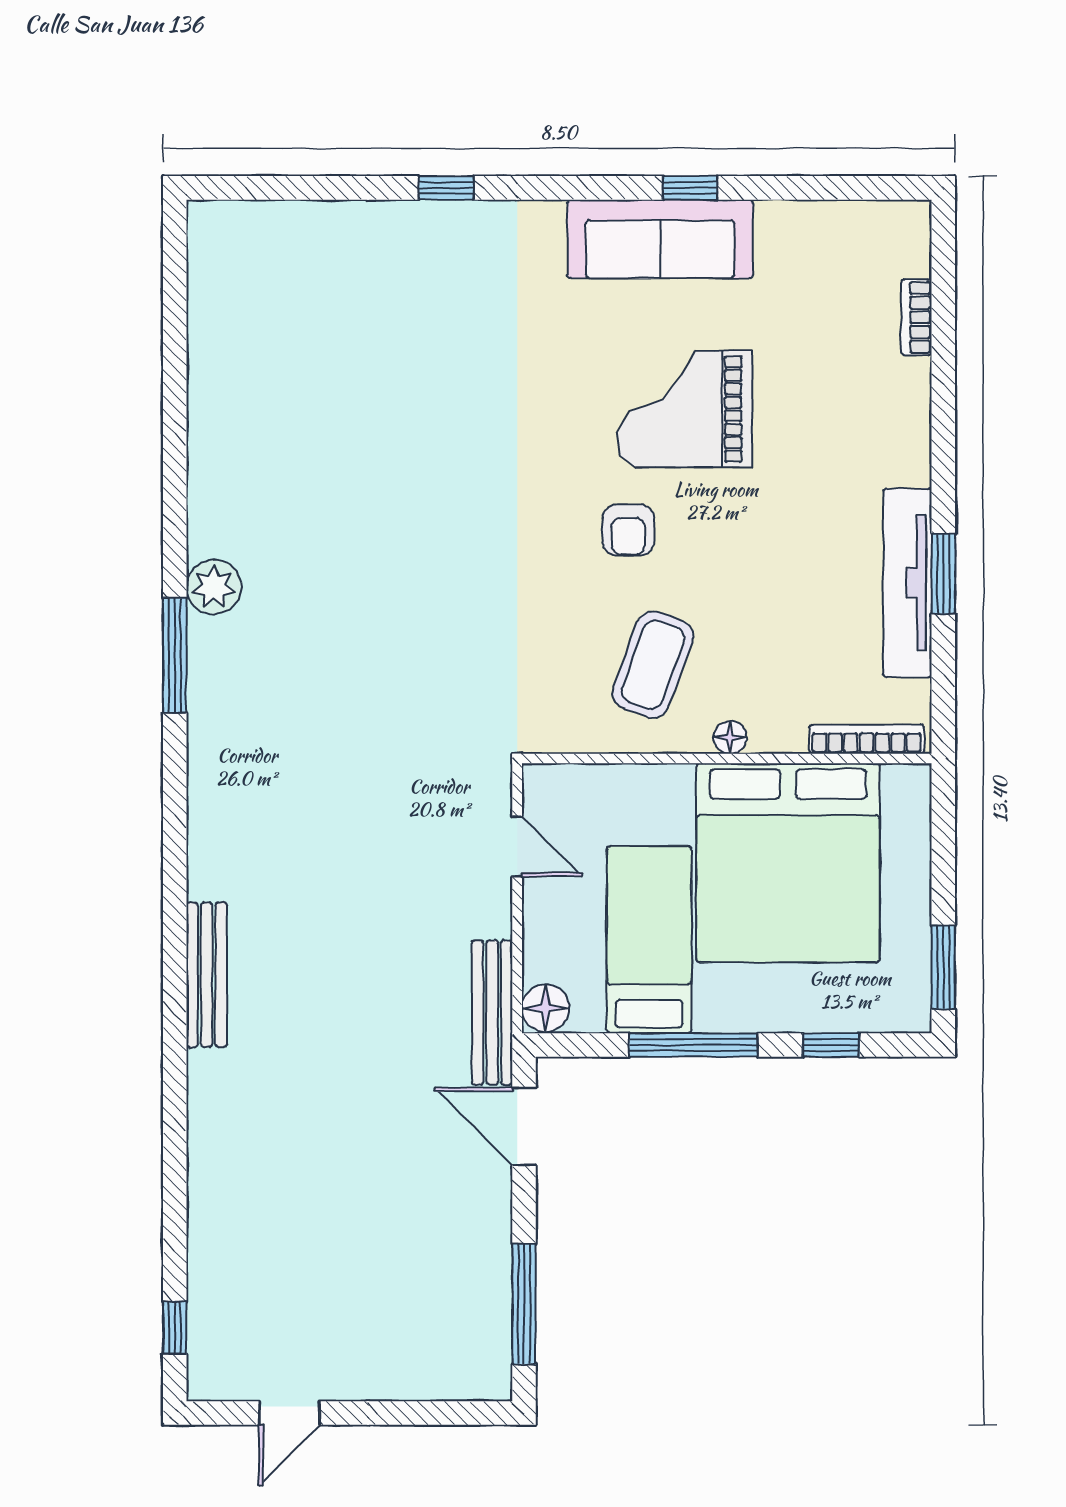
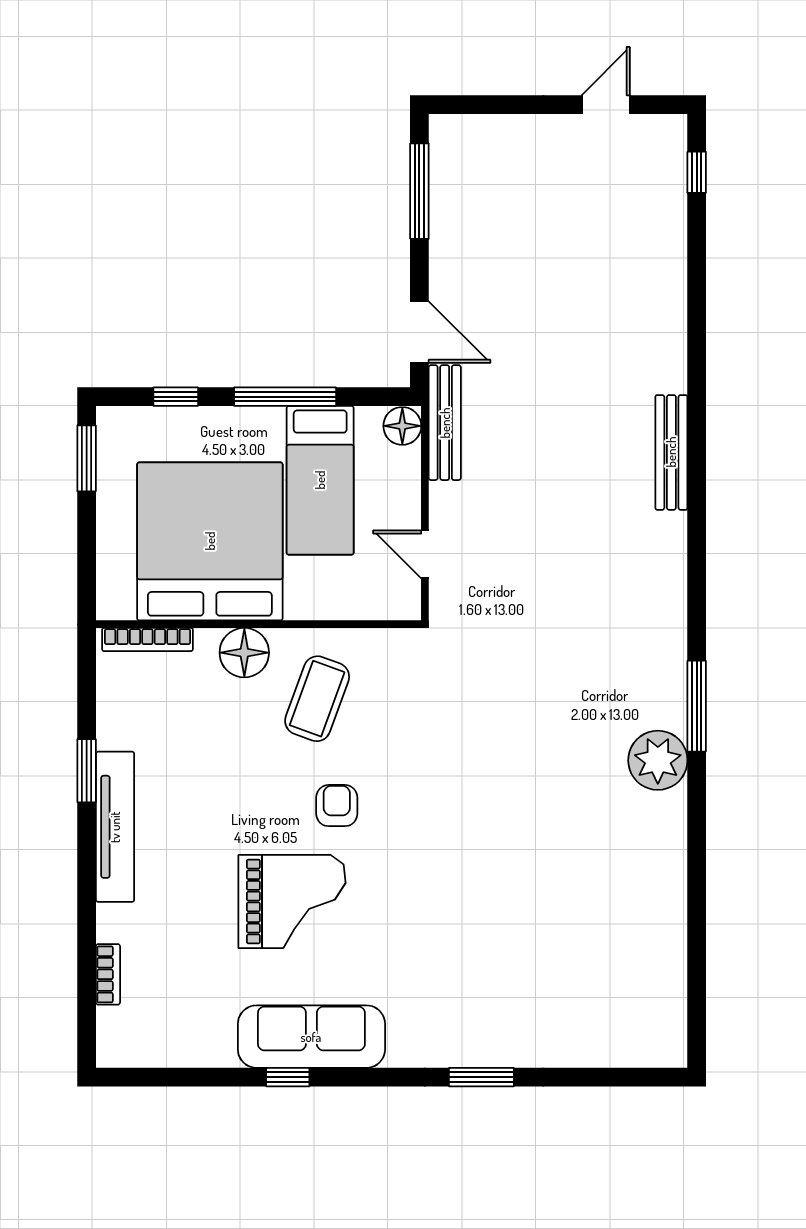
window: (446, 188) -> (481, 1077), width x1.50
tv unit: (908, 583) -> (115, 827), moved
plant: (214, 587) -> (658, 760), width x1.36, depth x1.36
floor lamp: (730, 737) -> (244, 653), width x1.89, depth x1.89

